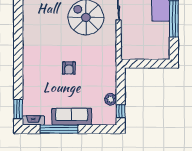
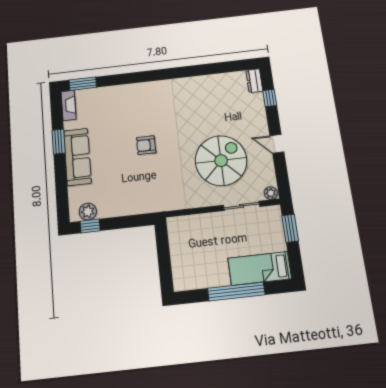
plant: (111, 99) -> (88, 212), moved
window: (59, 129) -> (59, 142), width x0.47

